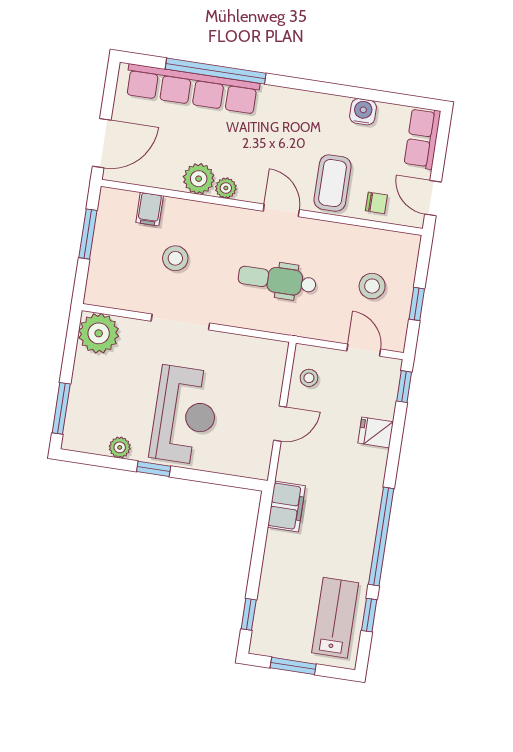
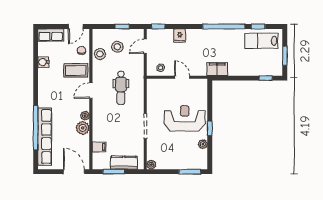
stool: (175, 258) -> (100, 54), moved
kitchen counter: (105, 260) -> (124, 163), added
plant: (99, 333) -> (151, 165), width x0.53, depth x0.53

